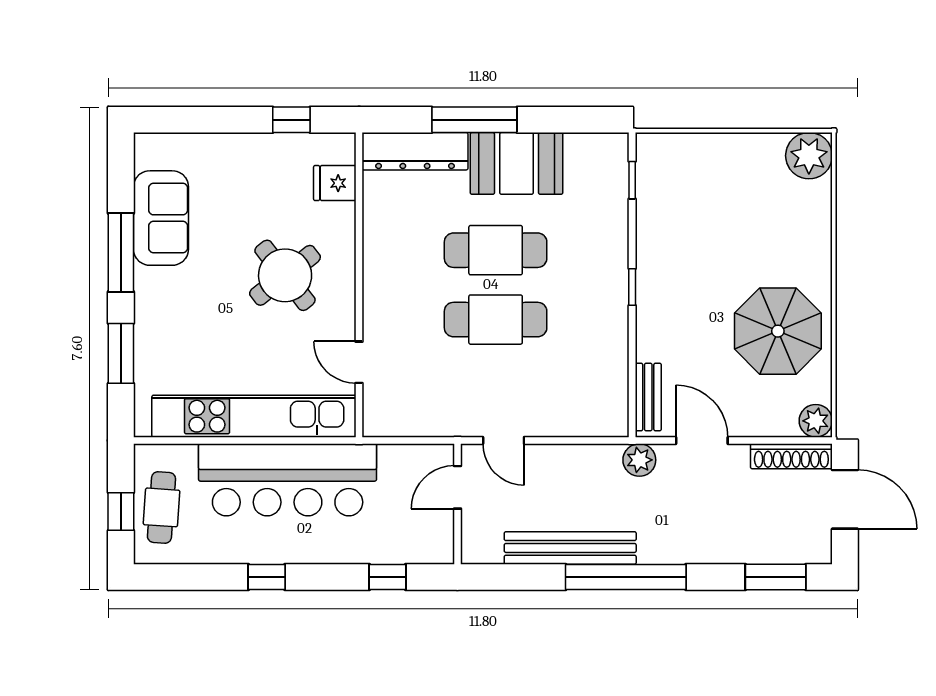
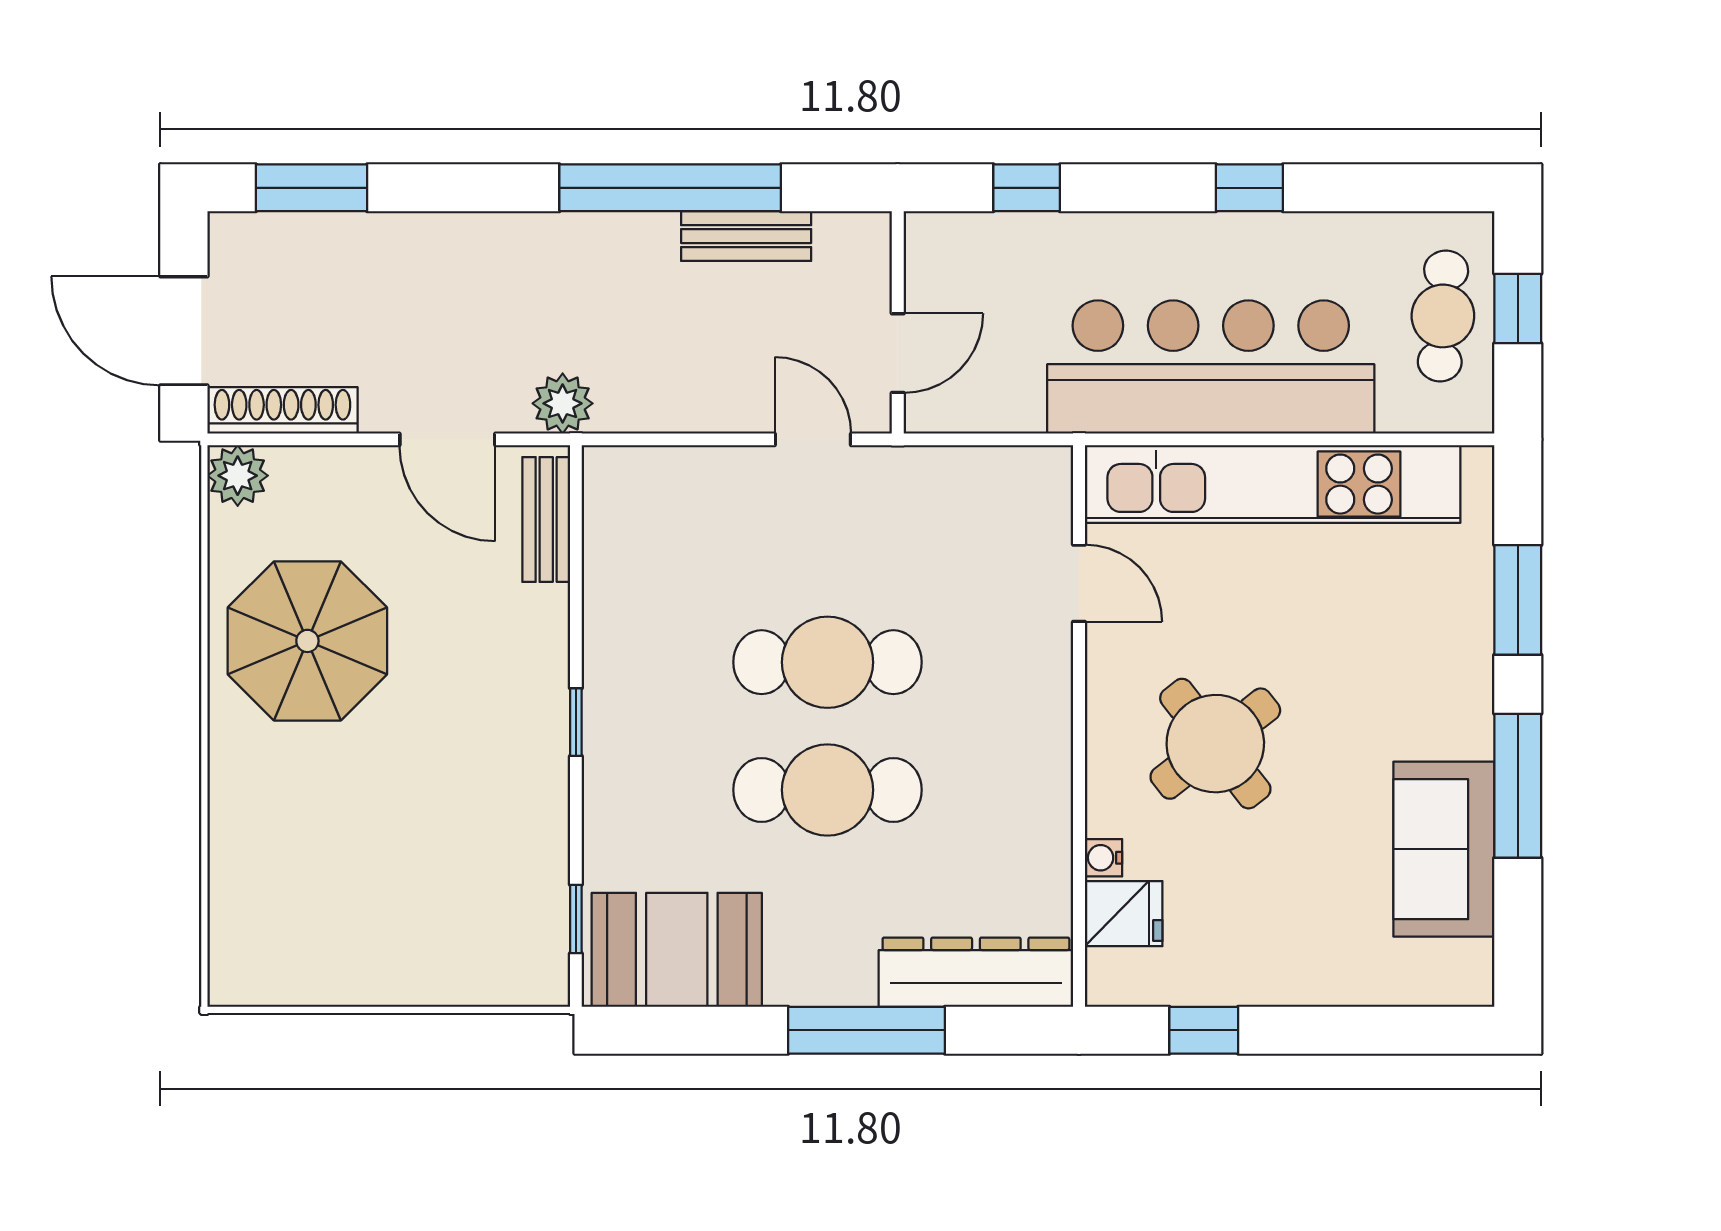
plant: (809, 156) -> (250, 964), removed
booth: (517, 163) -> (677, 950), moved
water cooler: (346, 213) -> (1104, 858), added
bench: (570, 548) -> (746, 236), width x0.54, depth x0.82
window: (626, 577) -> (670, 188), moved

